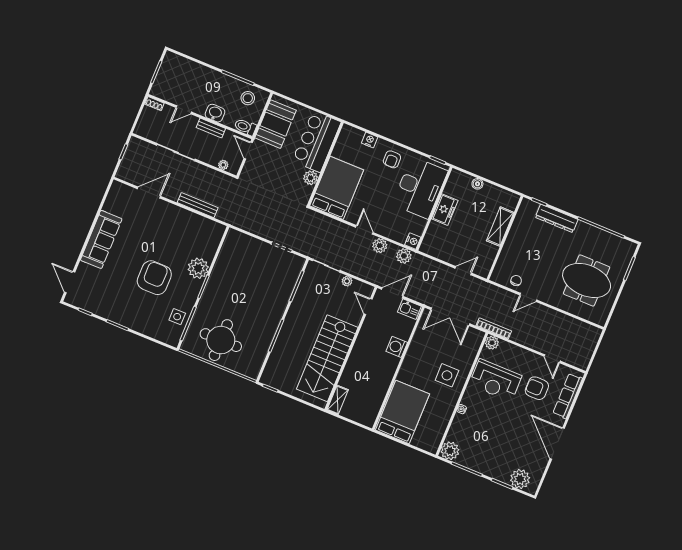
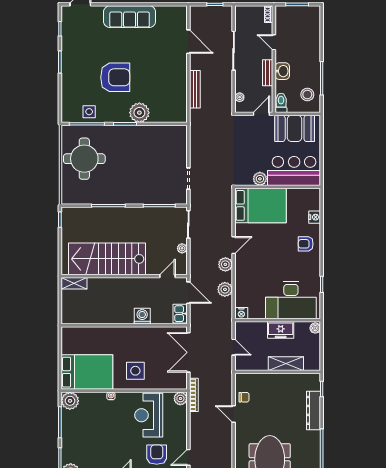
desk: (420, 188) -> (291, 300), moved
wall: (434, 209) -> (278, 320), moved
freezer: (445, 210) -> (281, 330), moved
nightstand: (413, 241) -> (241, 313), moved
bed: (403, 412) -> (87, 372), moved

